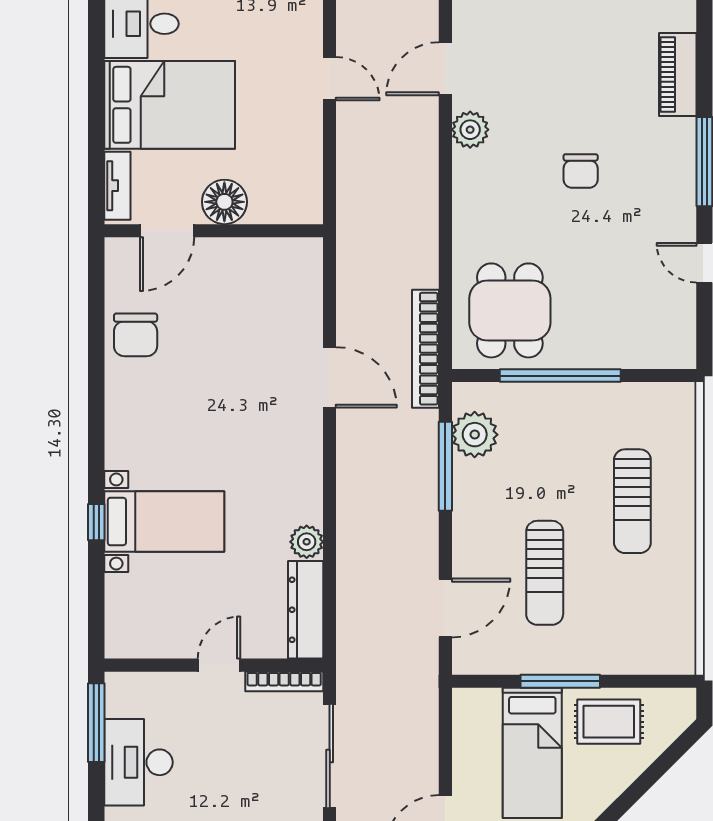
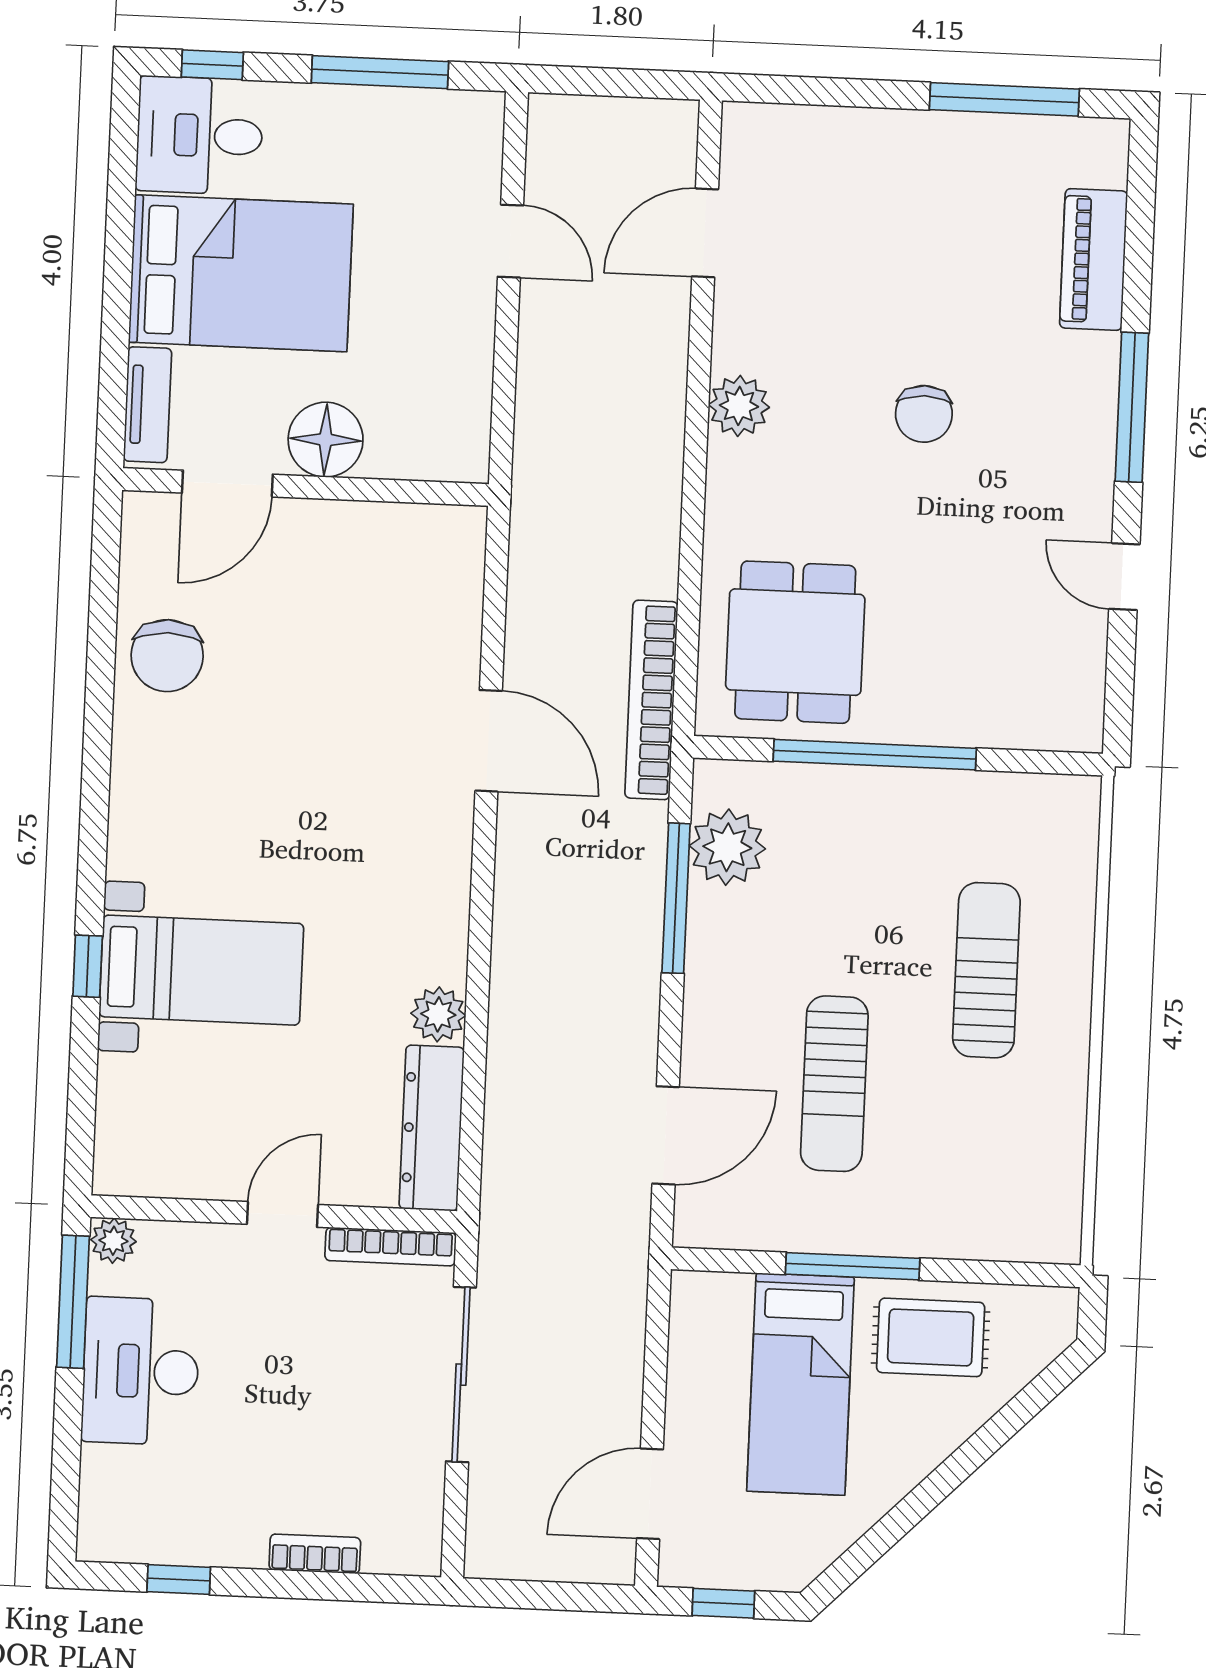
plant: (470, 130) -> (739, 406), moved
sun lounger: (632, 501) -> (986, 970), turned 180
plant: (119, 685) -> (113, 1241), added

